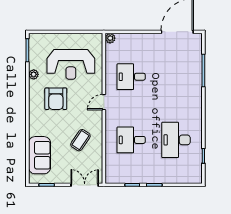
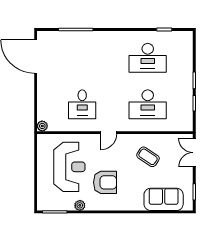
door: (104, 102) -> (109, 133), hinge flipped
desk: (131, 140) -> (148, 104), width x1.37

